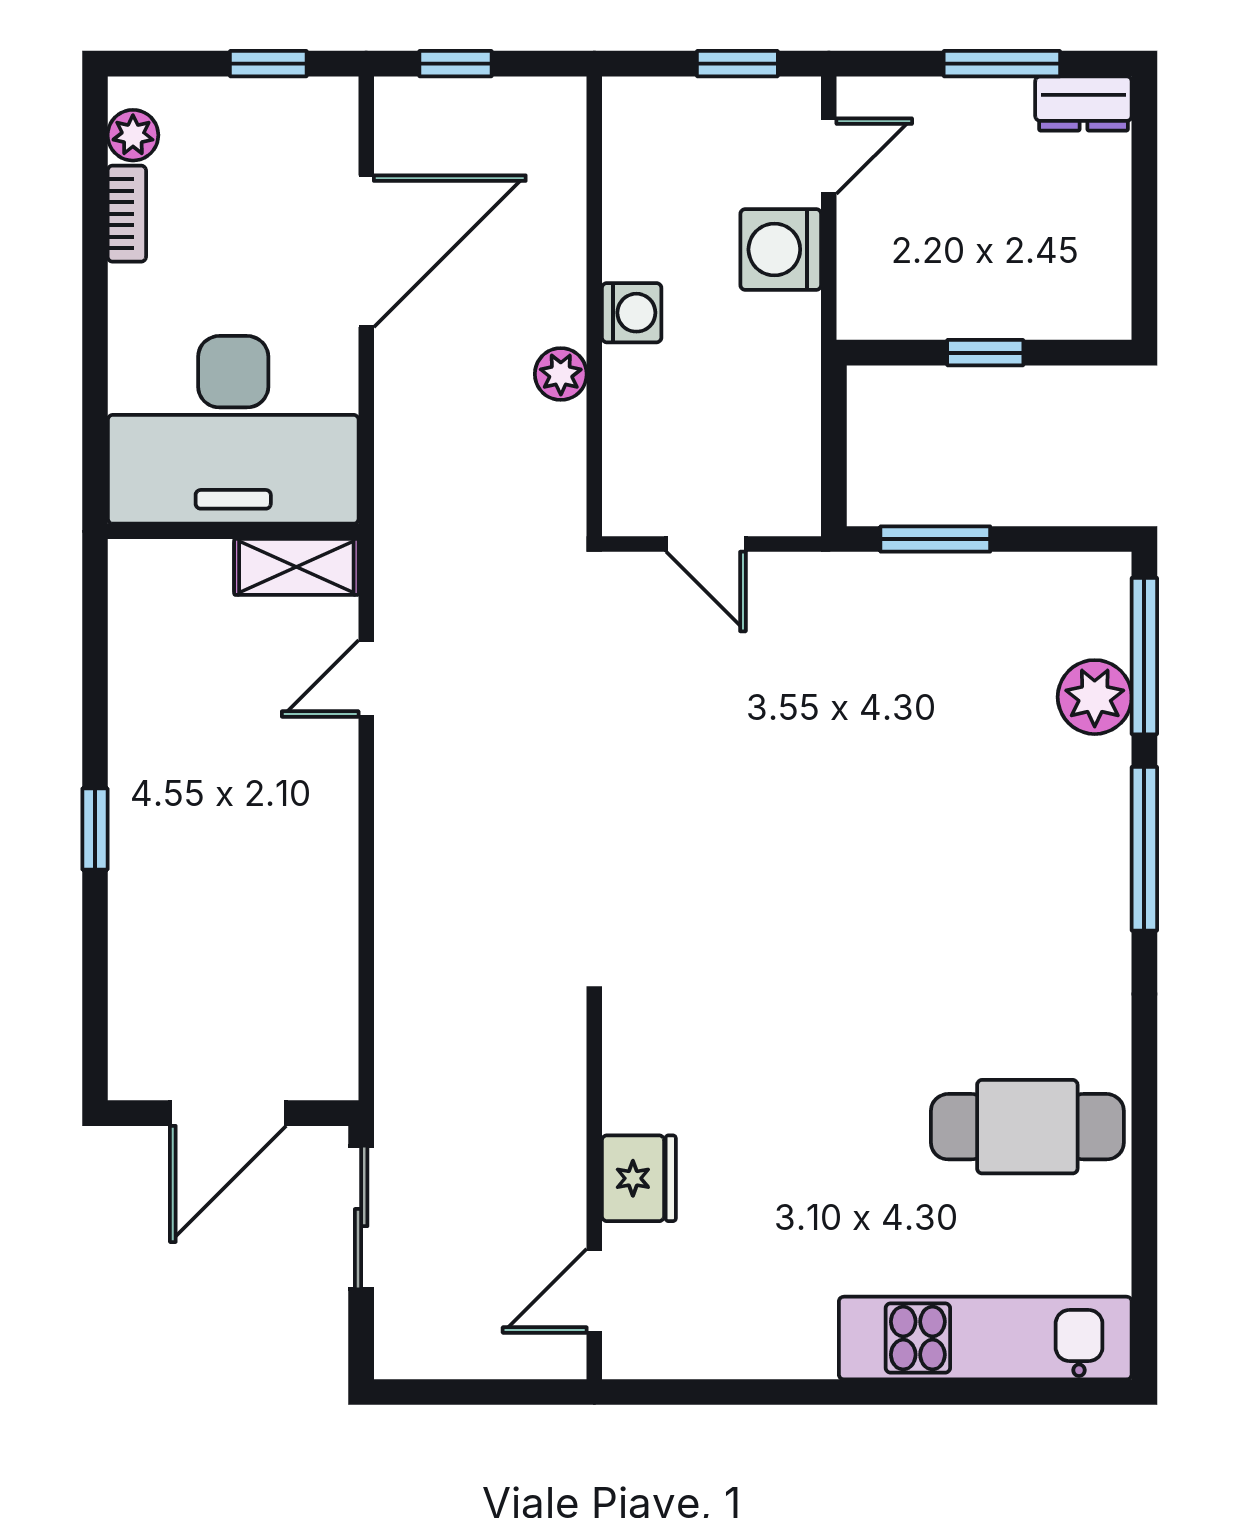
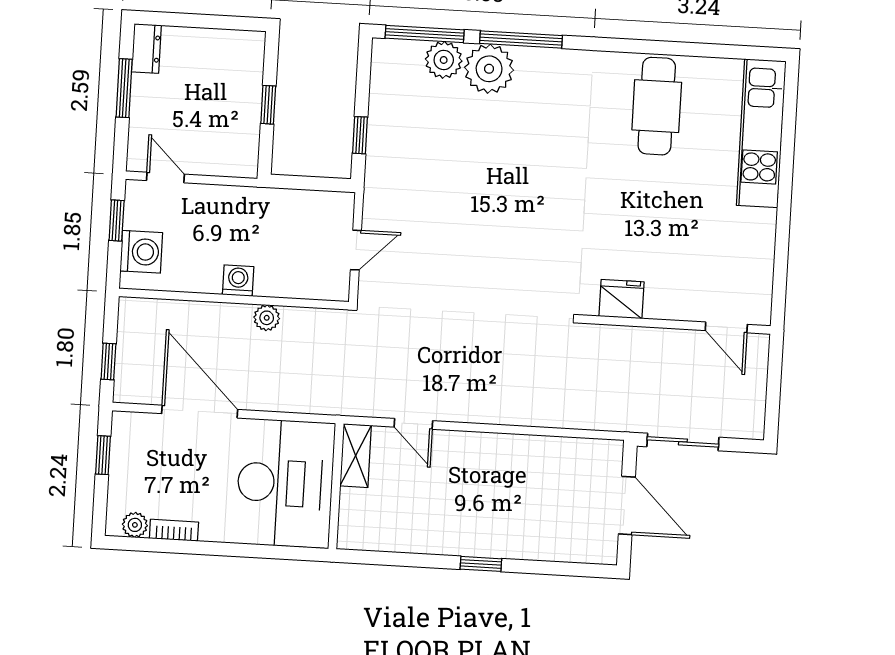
washing machine: (781, 249) -> (141, 252), moved, turned -90
window: (935, 539) -> (360, 135), width x0.67
plant: (1082, 788) -> (489, 69), added
fridge: (639, 1178) -> (622, 299), moved

